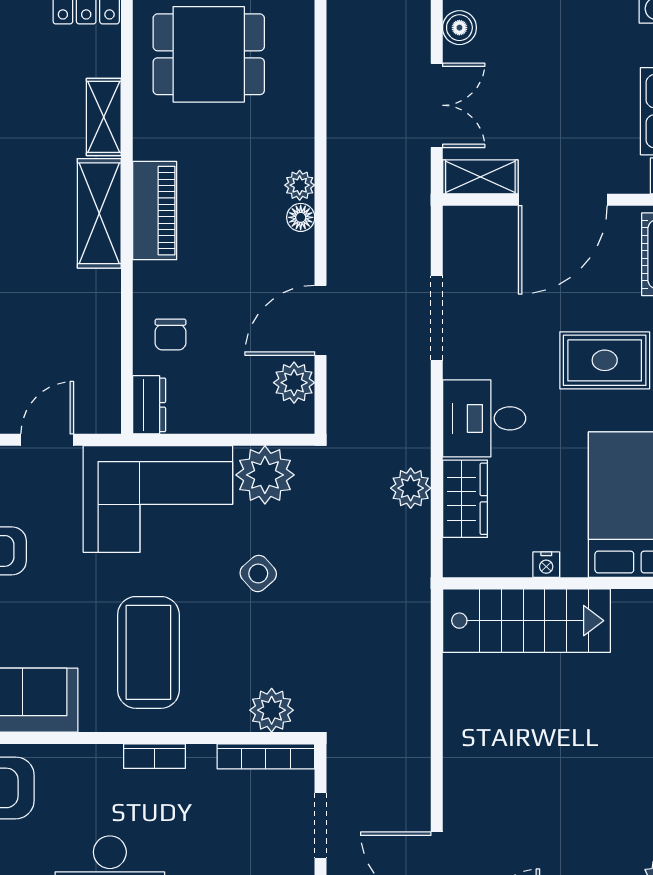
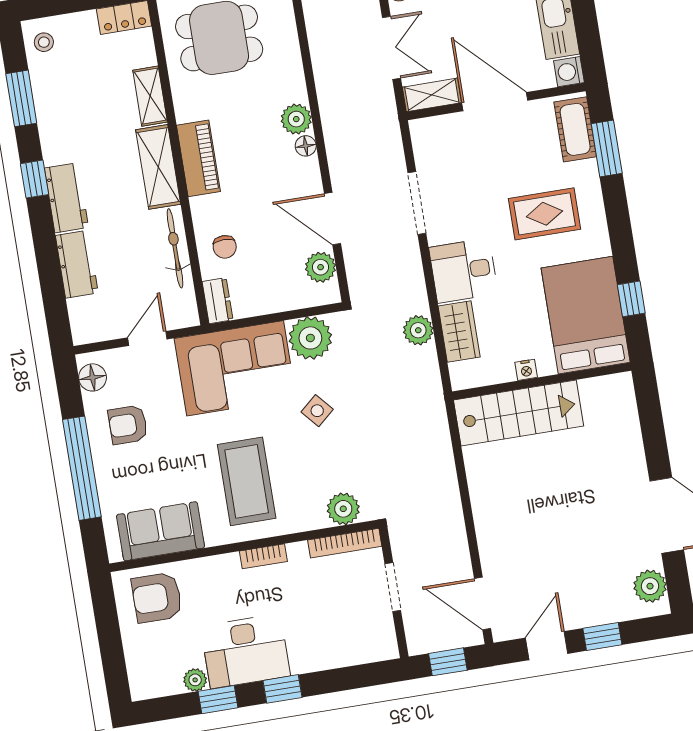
plant: (300, 185) -> (296, 119), width x1.38, depth x1.38
door: (563, 200) -> (495, 102), swing flipped
door: (321, 320) -> (332, 219), hinge flipped
bicycle: (104, 326) -> (175, 248), added

